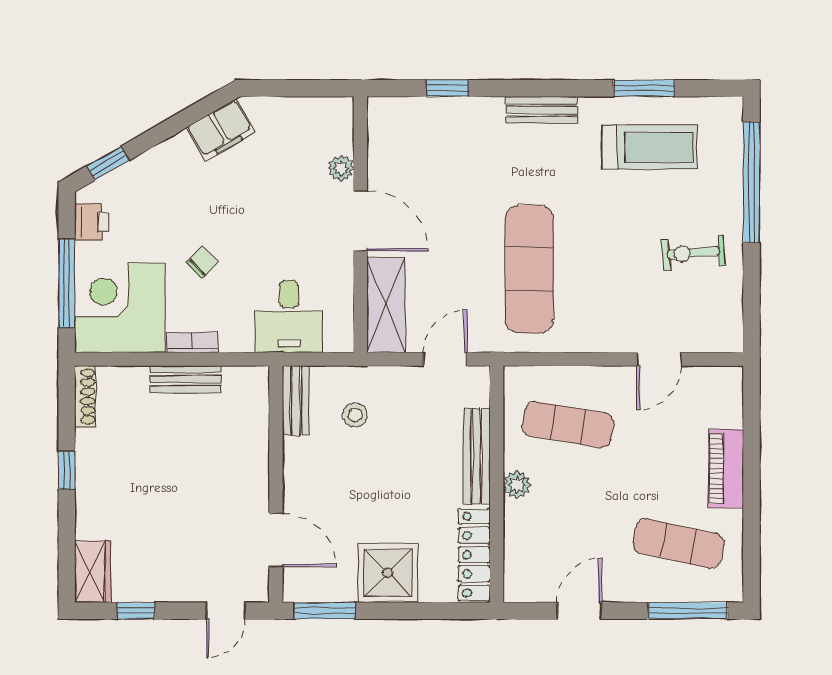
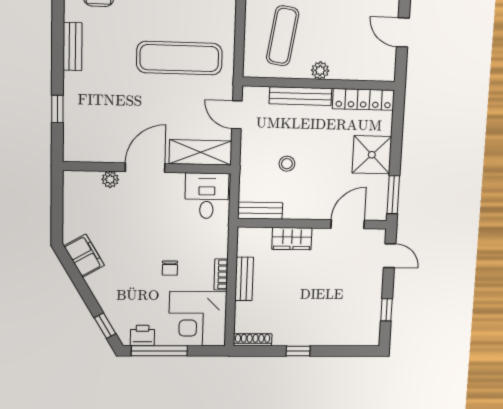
chair: (202, 262) -> (170, 268), turned -135
window: (67, 283) -> (159, 351), moved
desk: (289, 317) -> (207, 196), moved, turned -90
stool: (355, 415) -> (287, 164), moved
wardrobe: (93, 572) -> (292, 239), moved, turned 180

